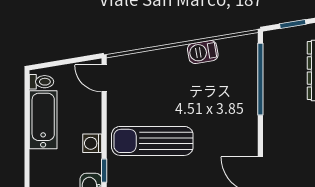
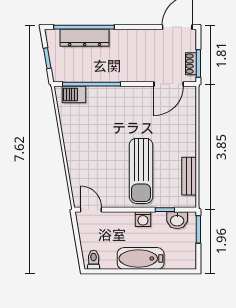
barbecue: (203, 52) -> (74, 94), moved, turned 99
door: (104, 78) -> (91, 210), swing flipped
bathtub: (43, 120) -> (141, 258), moved

